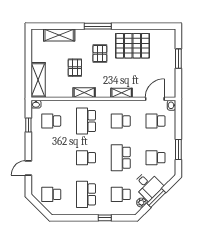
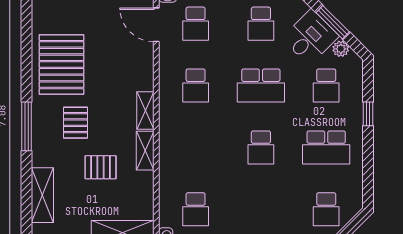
pallet: (100, 54) -> (75, 123), turned 90
shelving: (122, 93) -> (145, 111), moved
school desk: (86, 121) -> (196, 147), removed

